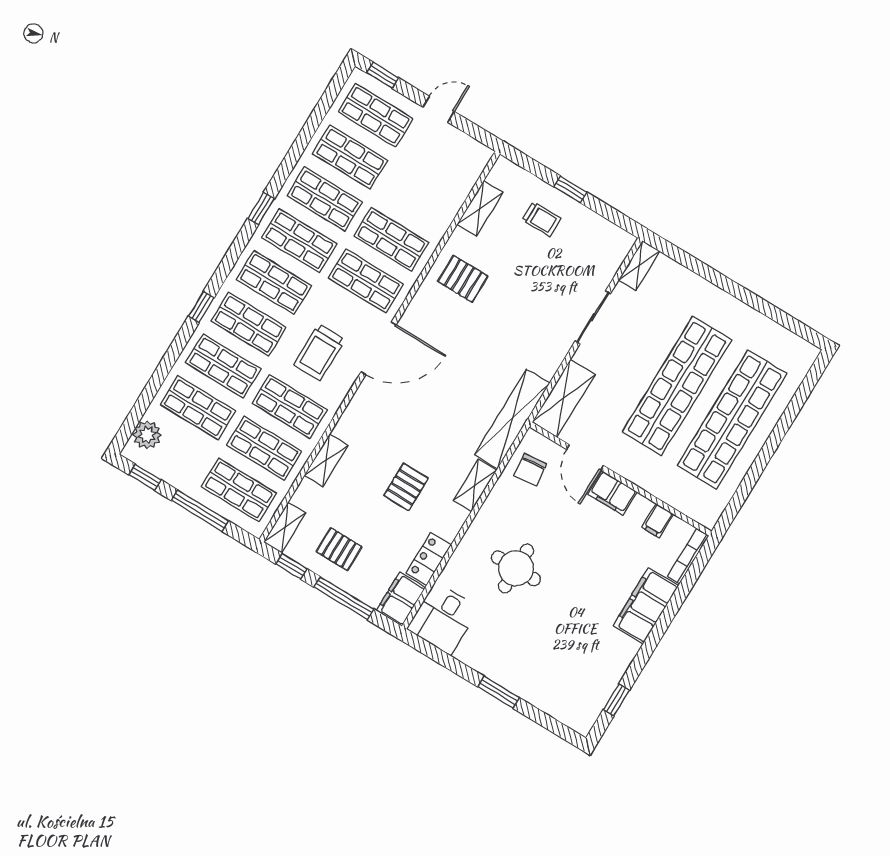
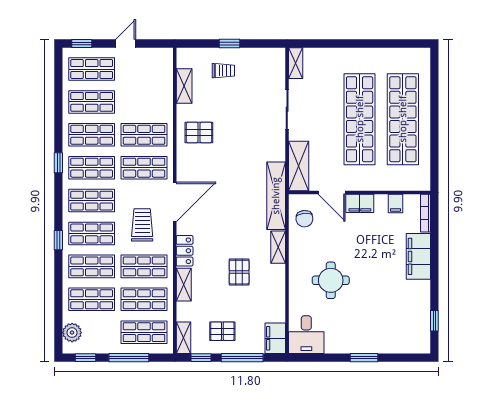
trolley: (319, 352) -> (142, 225), turned 180
locker: (429, 559) -> (185, 251), moved, turned 180

